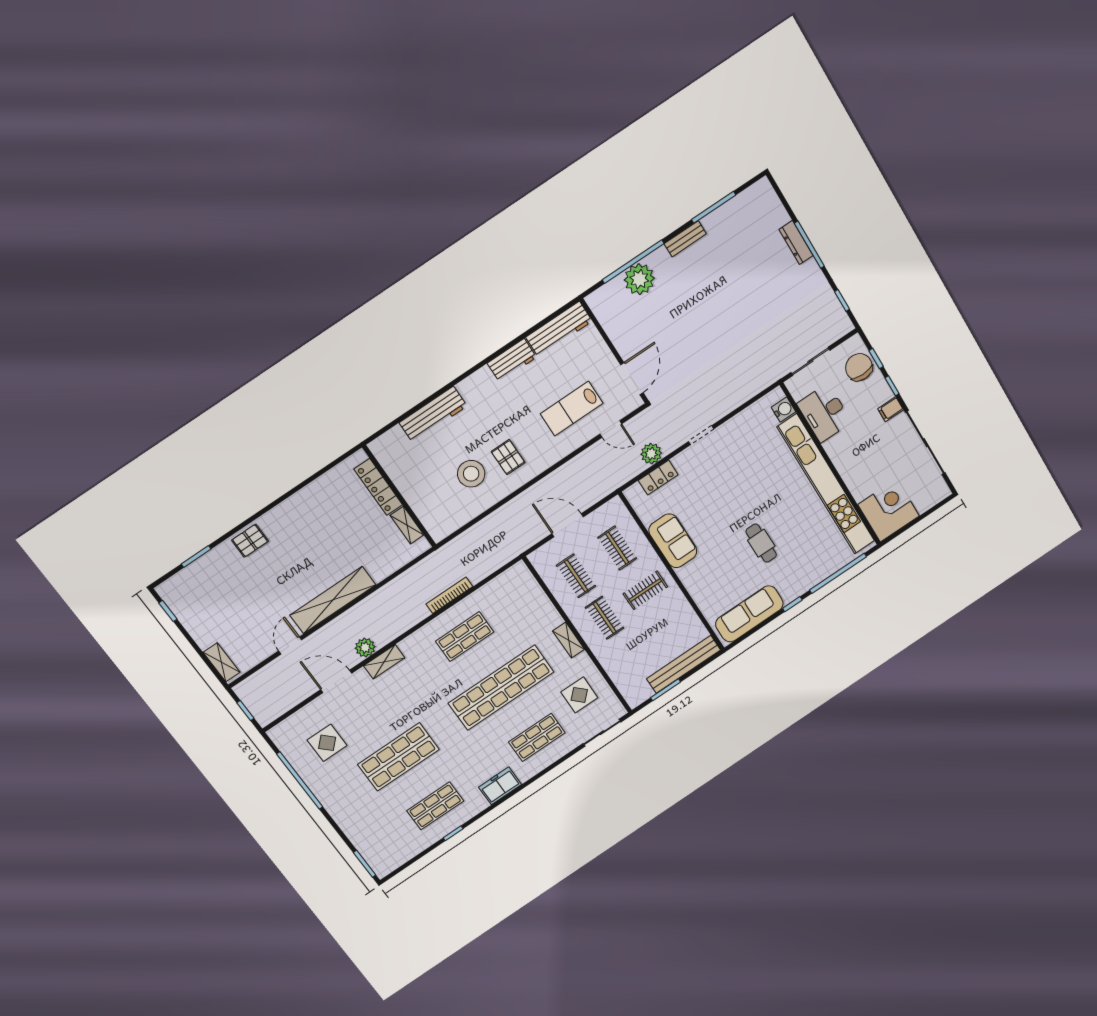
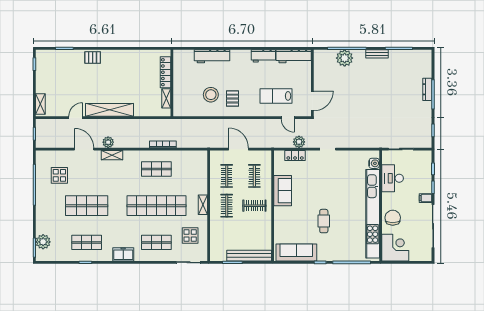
chair: (859, 367) -> (393, 218), moved
plant: (371, 848) -> (43, 242), added

